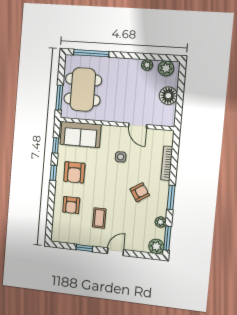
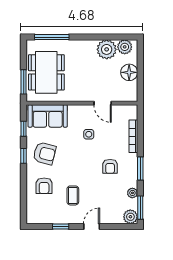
plant: (147, 65) -> (107, 49), width x1.88, depth x1.88
armchair: (74, 172) -> (45, 153), turned -76
armchair: (140, 192) -> (110, 166), turned 123

